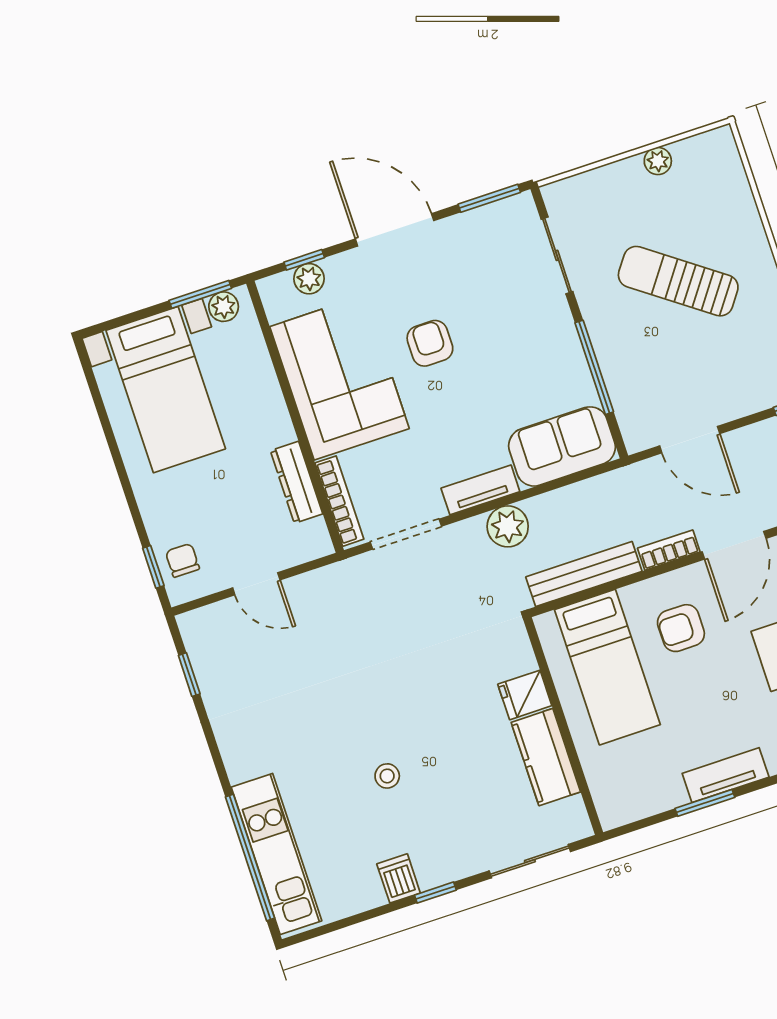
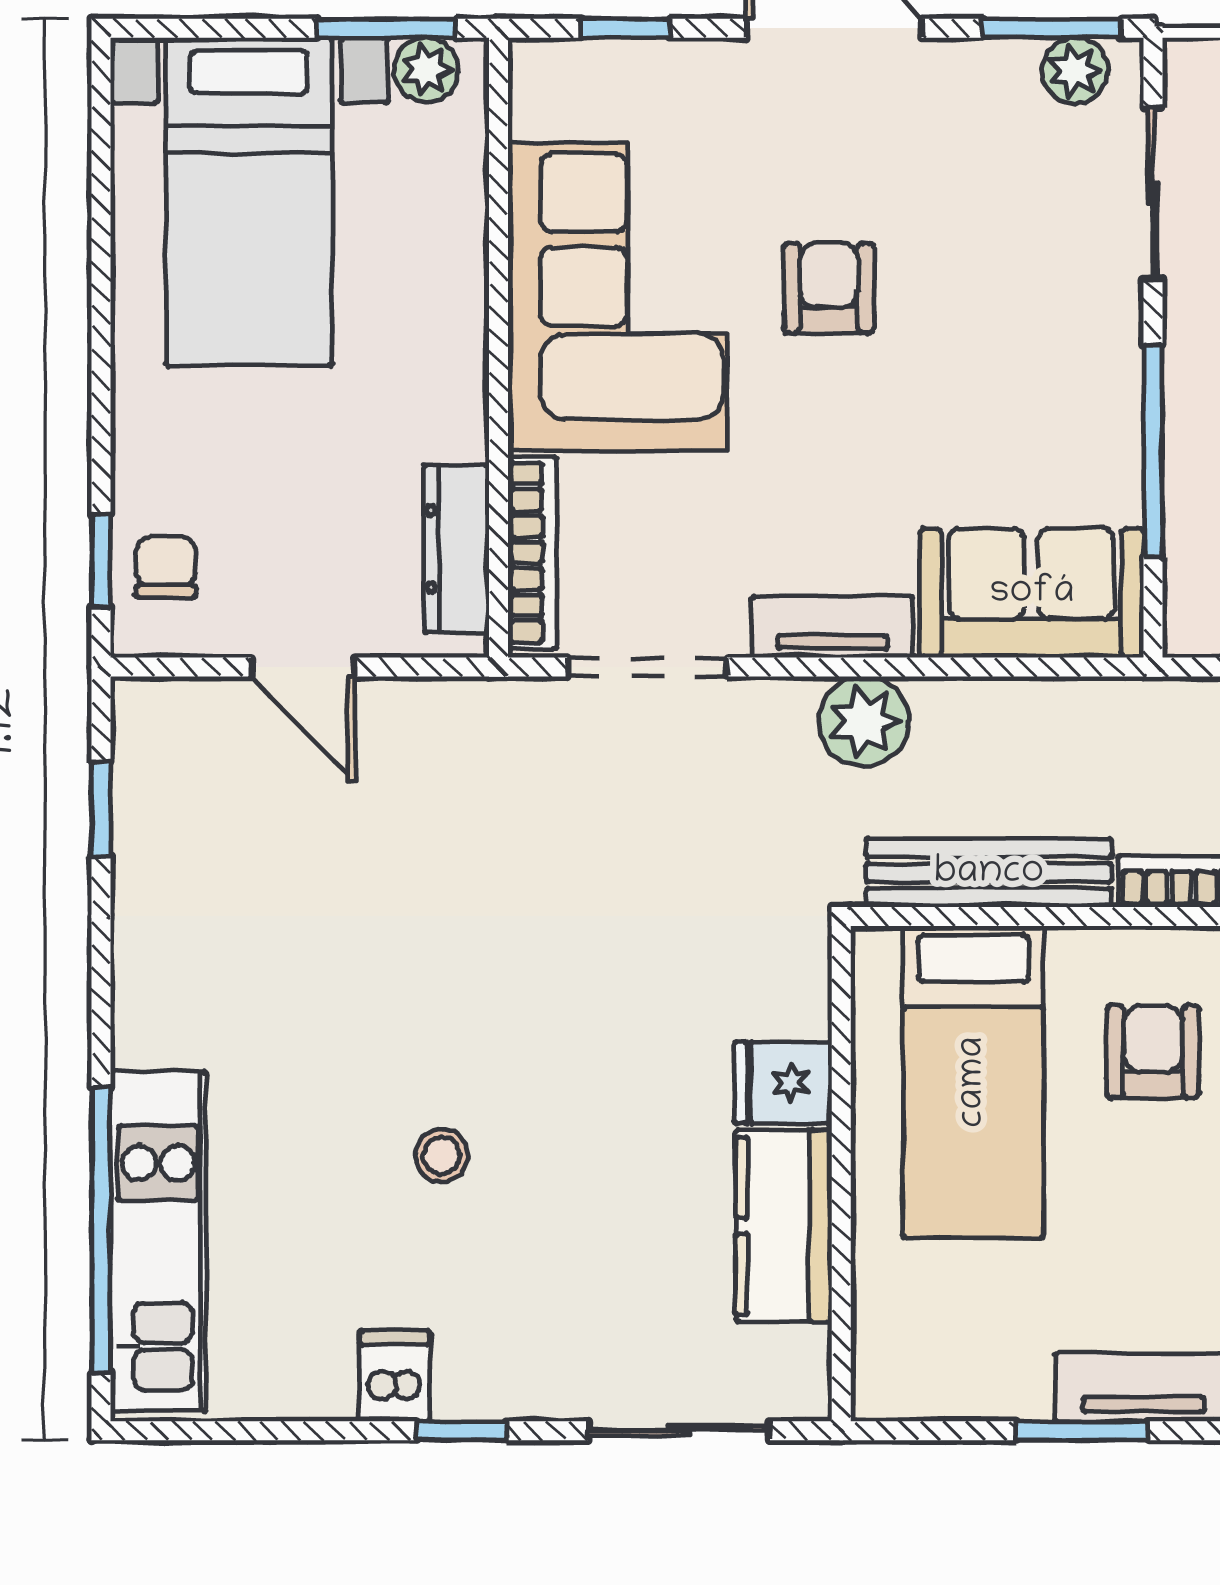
plant: (309, 279) -> (1075, 71), moved
dresser: (297, 482) -> (456, 549), moved
armchair: (681, 628) -> (1153, 1052), turned 90

